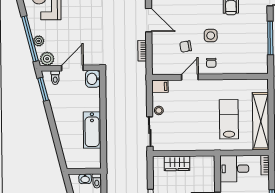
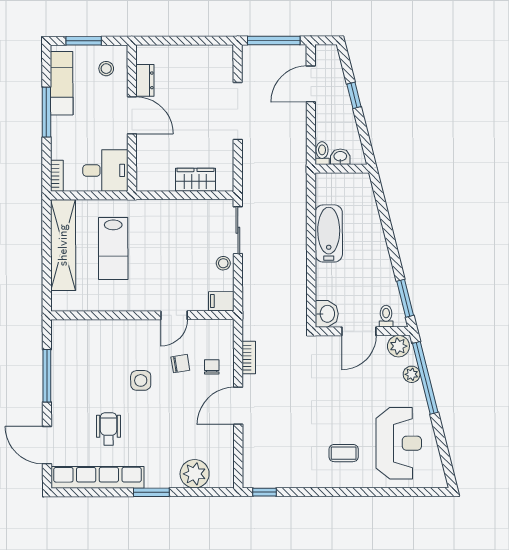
door: (149, 20) -> (238, 406), hinge flipped
chair: (211, 63) -> (212, 367), moved

